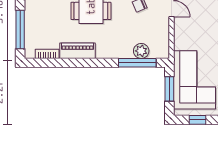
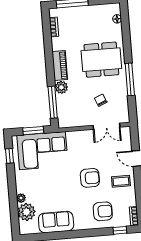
piano: (78, 51) -> (60, 66), moved
plant: (141, 51) -> (61, 87), moved

